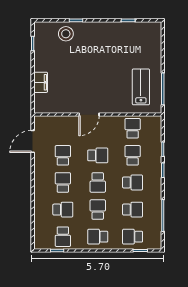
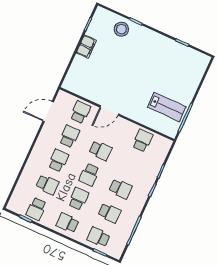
filing cabinet: (41, 82) -> (86, 47), moved
lab bench: (141, 87) -> (167, 107), turned 90
school desk: (133, 155) -> (80, 112), moved

